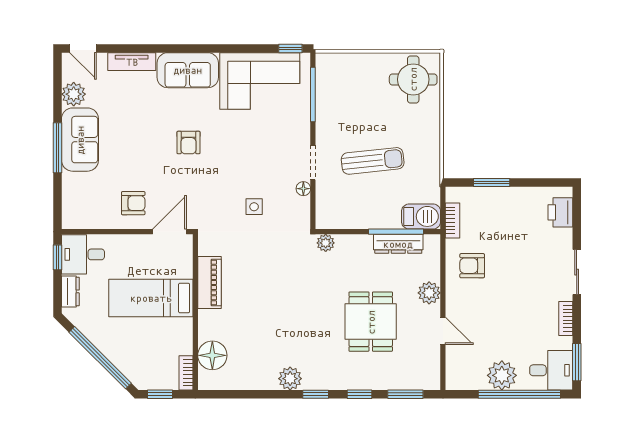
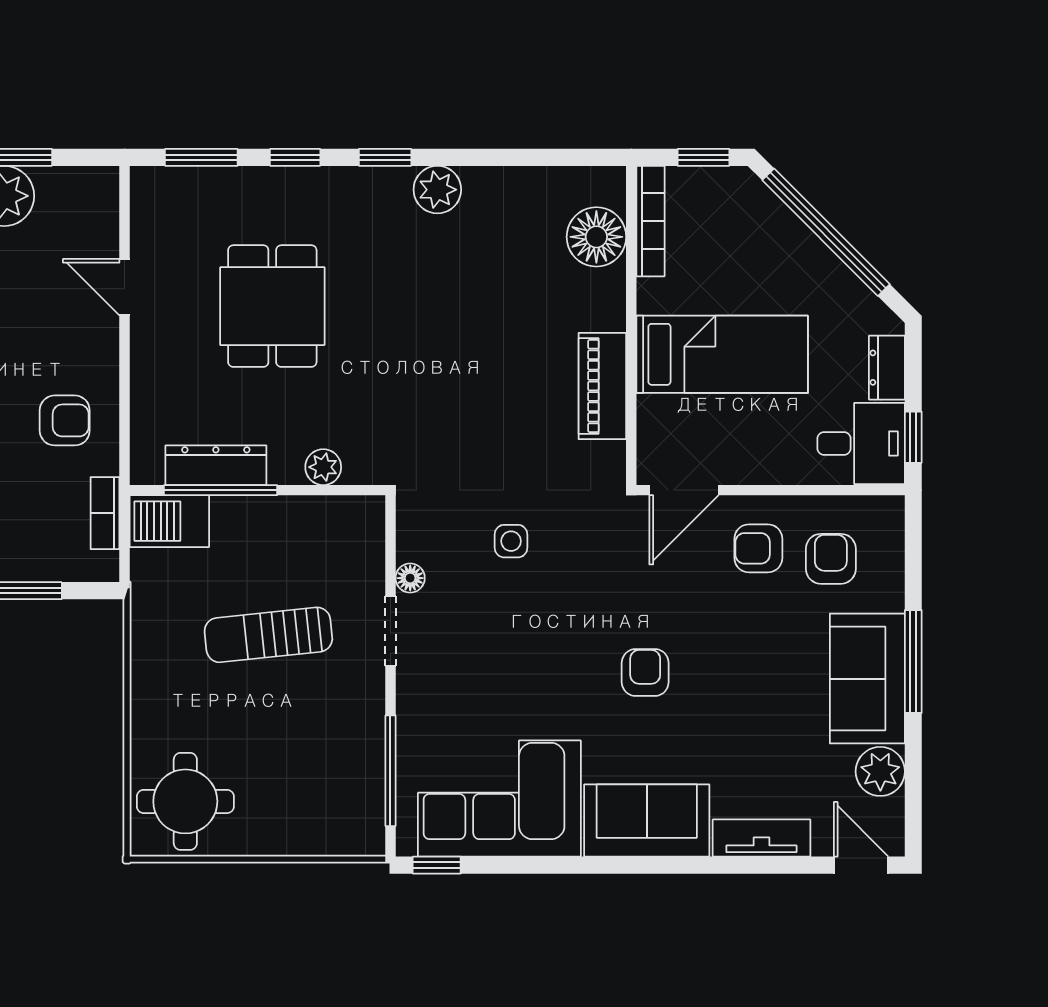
armchair: (98, 198) -> (831, 559), added
plant: (326, 243) -> (323, 467), moved
plant: (429, 293) -> (153, 365), removed
bookcase: (186, 373) -> (650, 221), width x1.56

